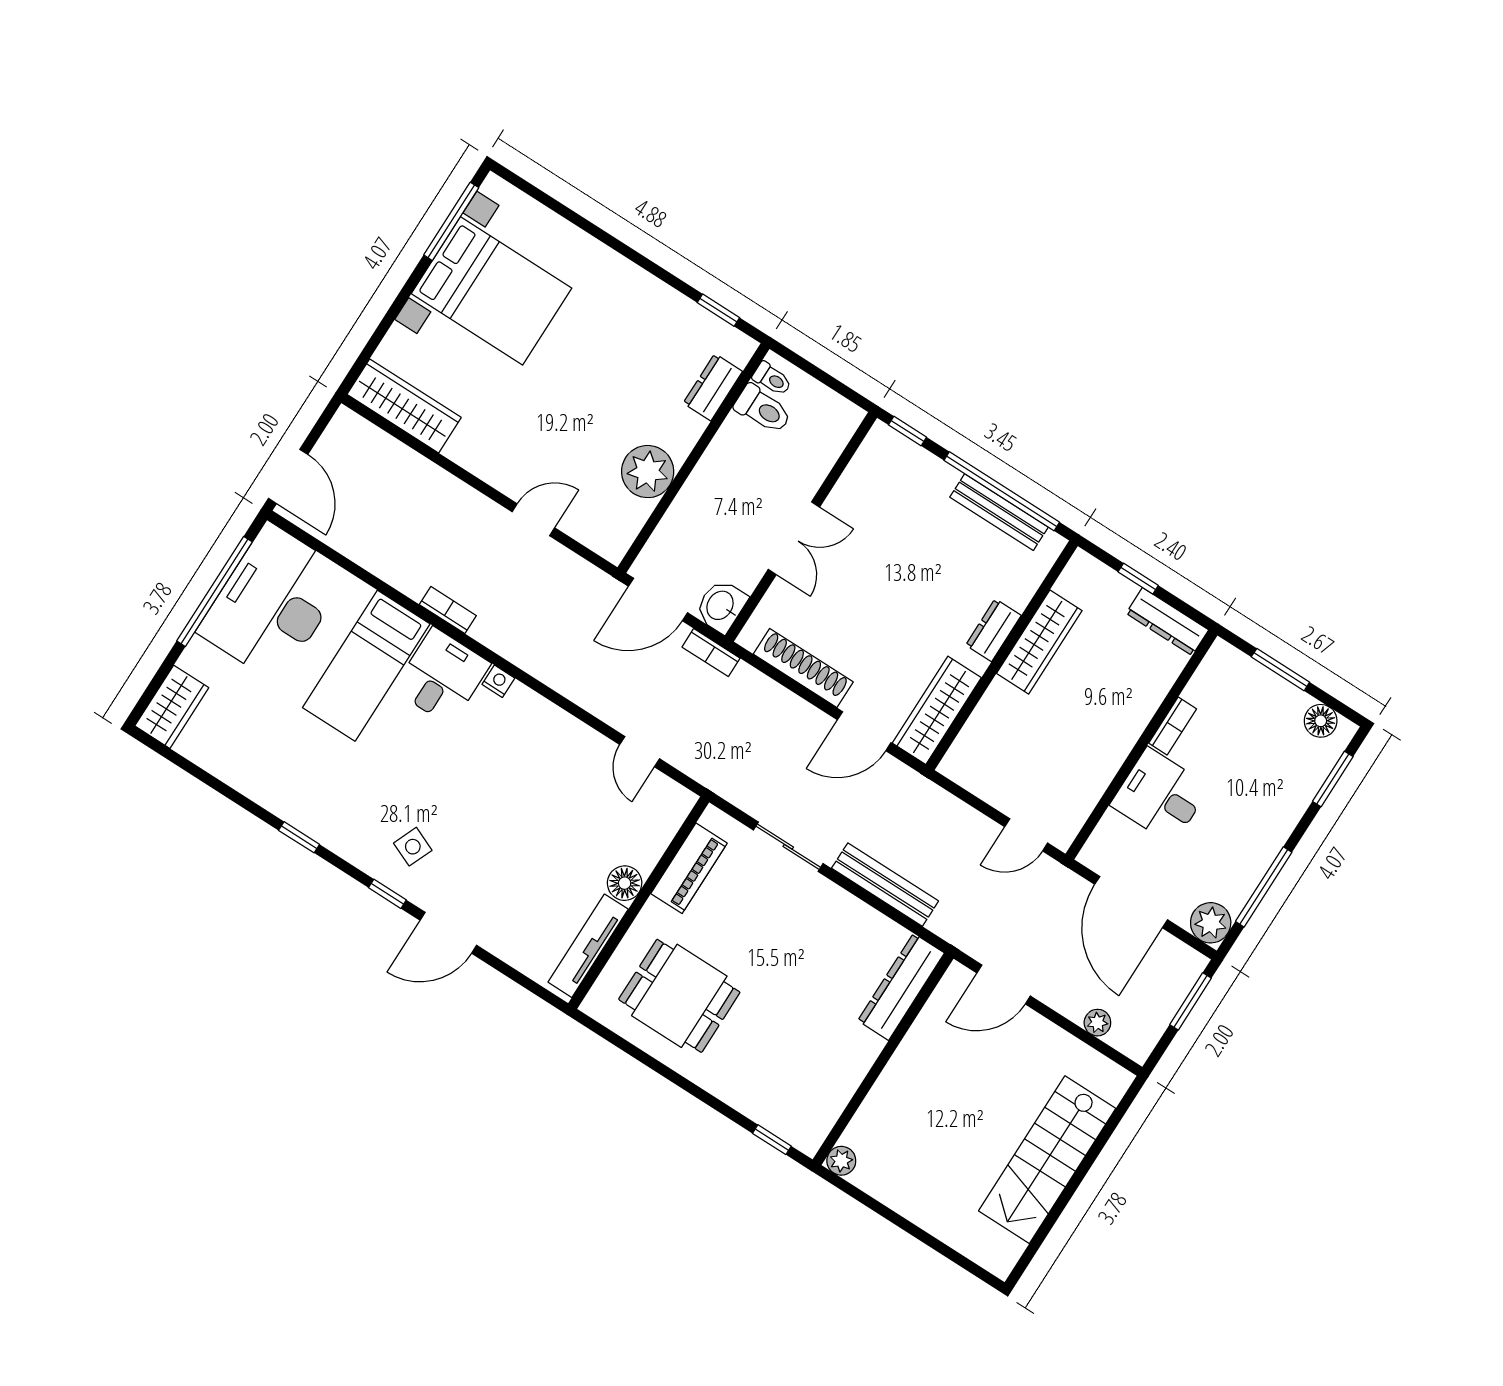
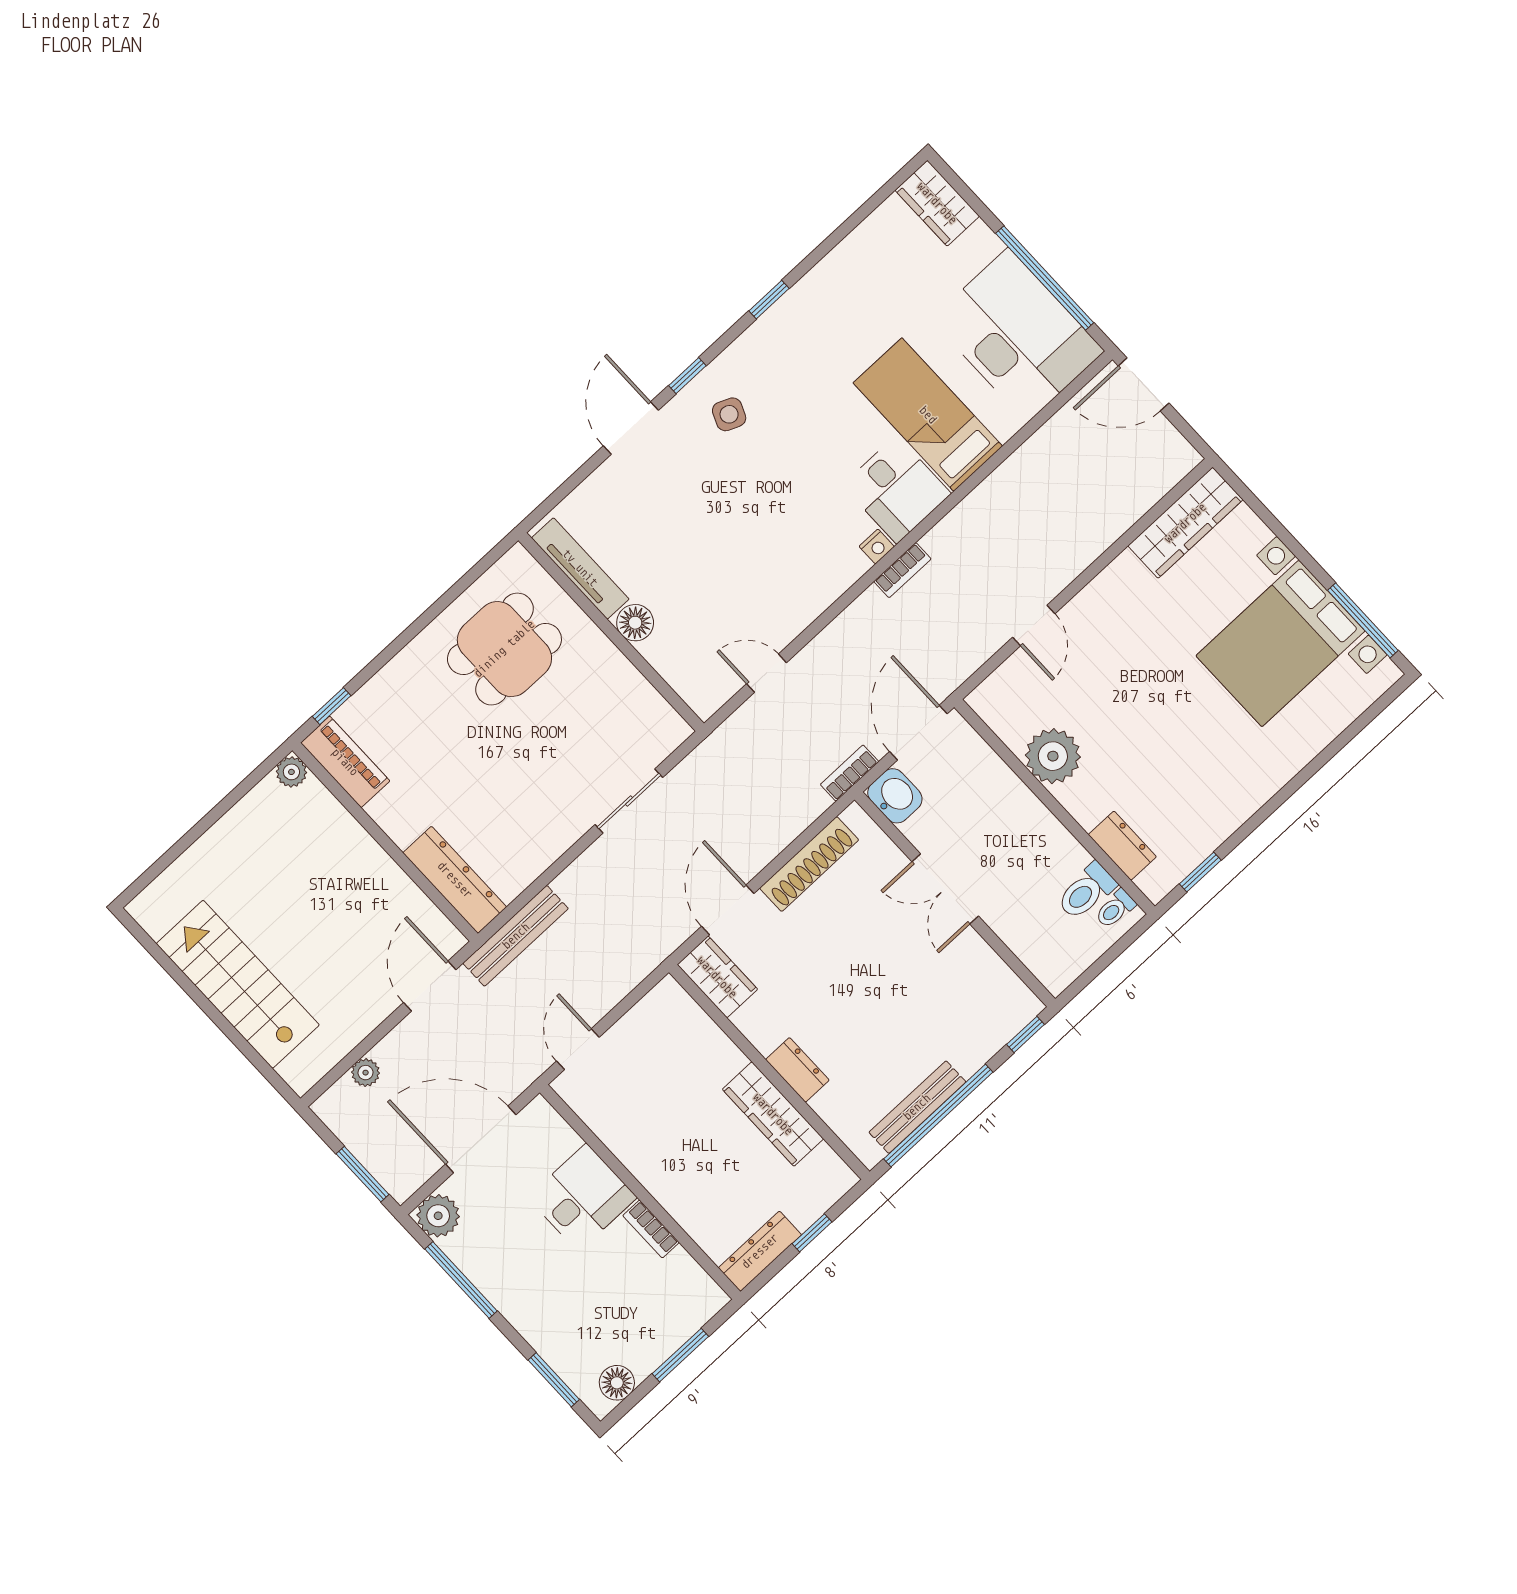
bookcase: (448, 610) -> (902, 570), moved
wardrobe: (937, 710) -> (717, 977), width x0.67
piano: (689, 868) -> (345, 762), moved, turned 180
bench: (885, 885) -> (516, 936), moved

